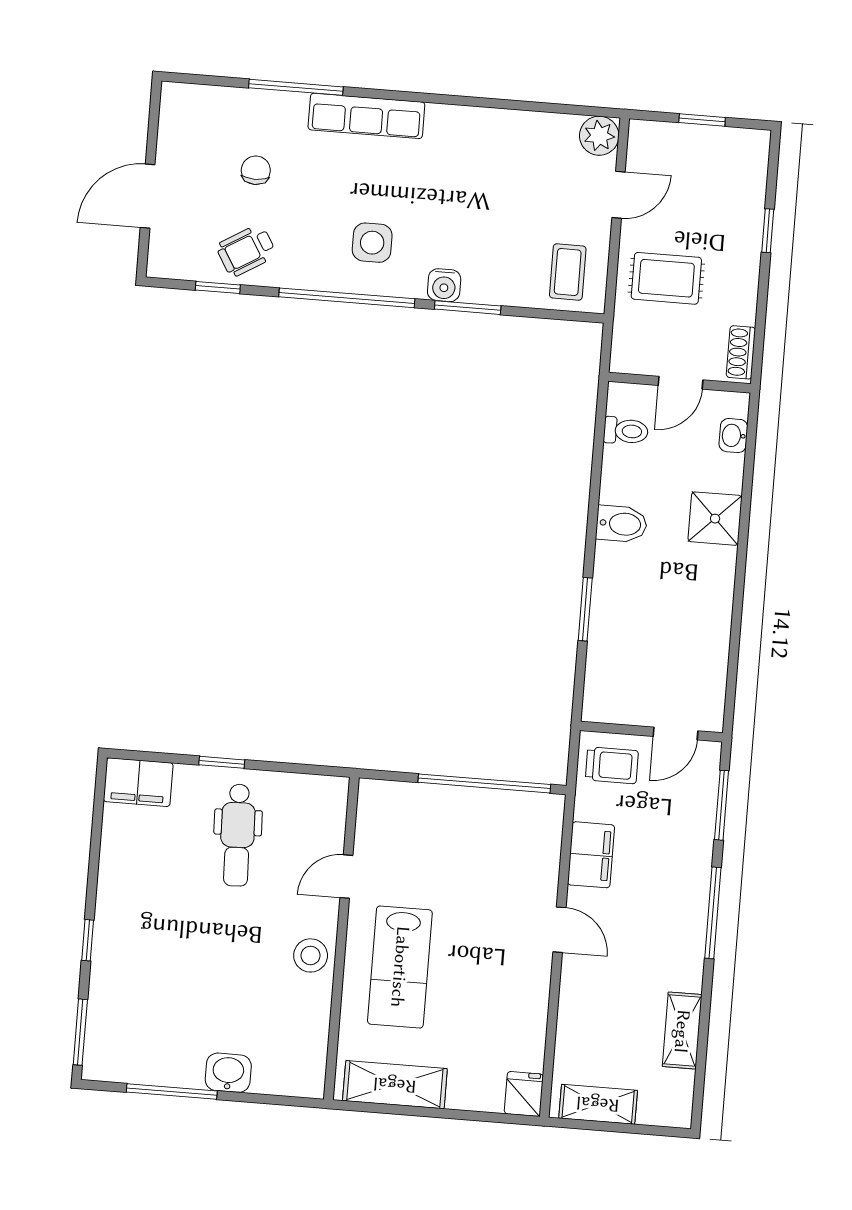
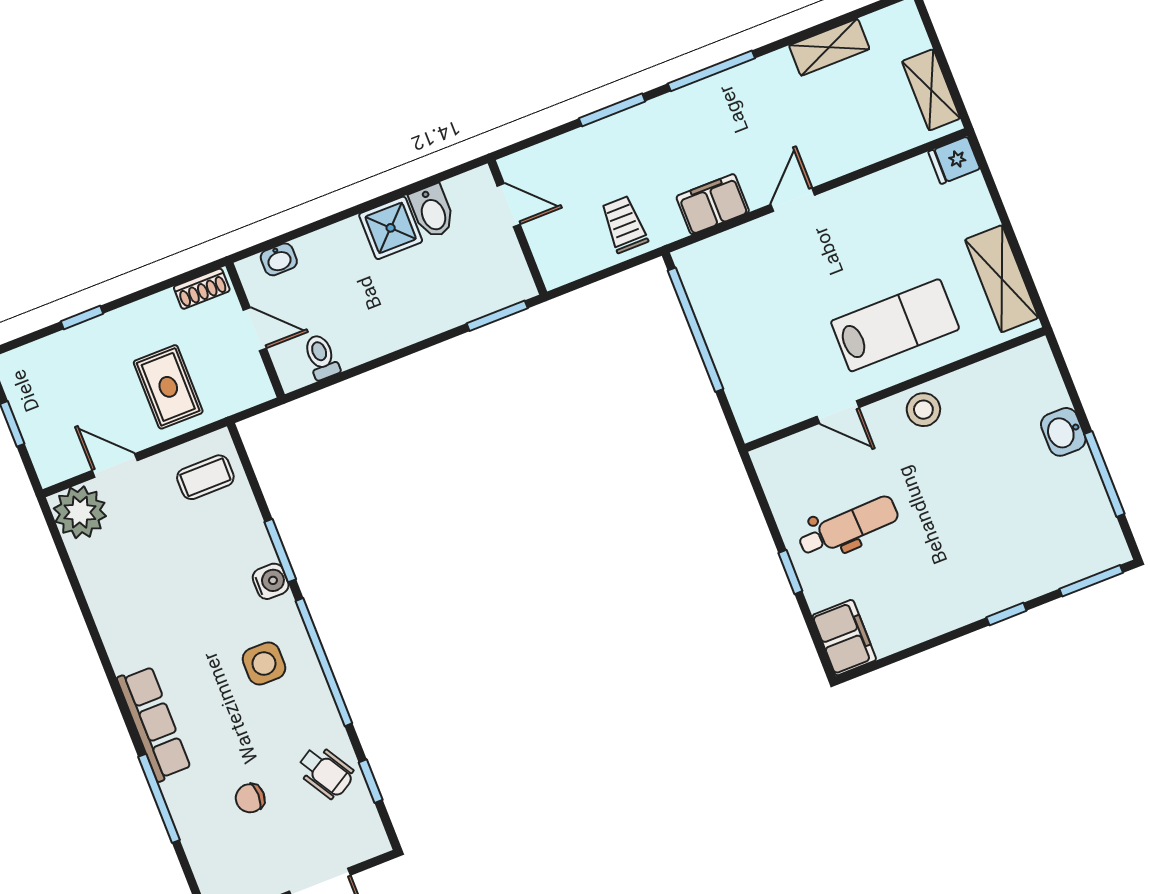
plant: (599, 136) -> (80, 512), width x1.36, depth x1.36
shower: (715, 519) -> (391, 228), moved
bidet: (621, 524) -> (432, 211), moved, turned 180
wall: (651, 732) -> (517, 227), moved
door: (675, 734) -> (509, 205), moved

